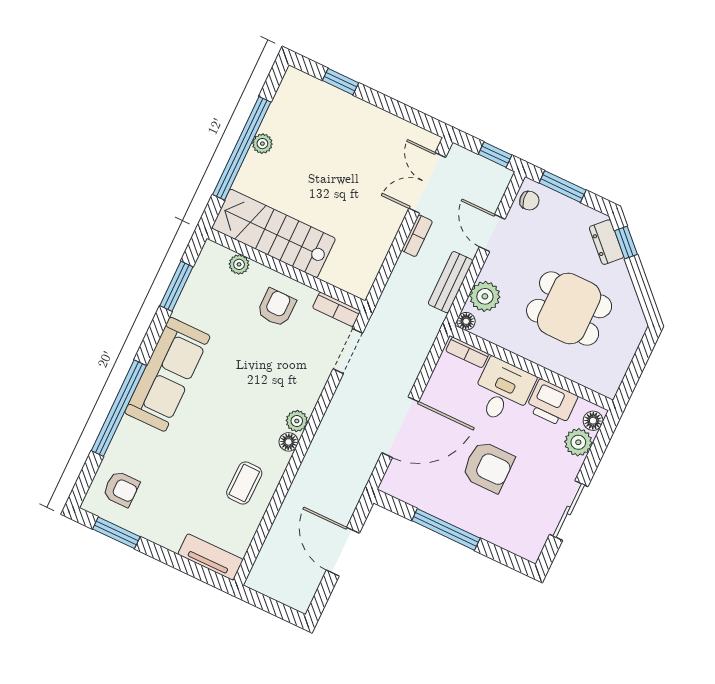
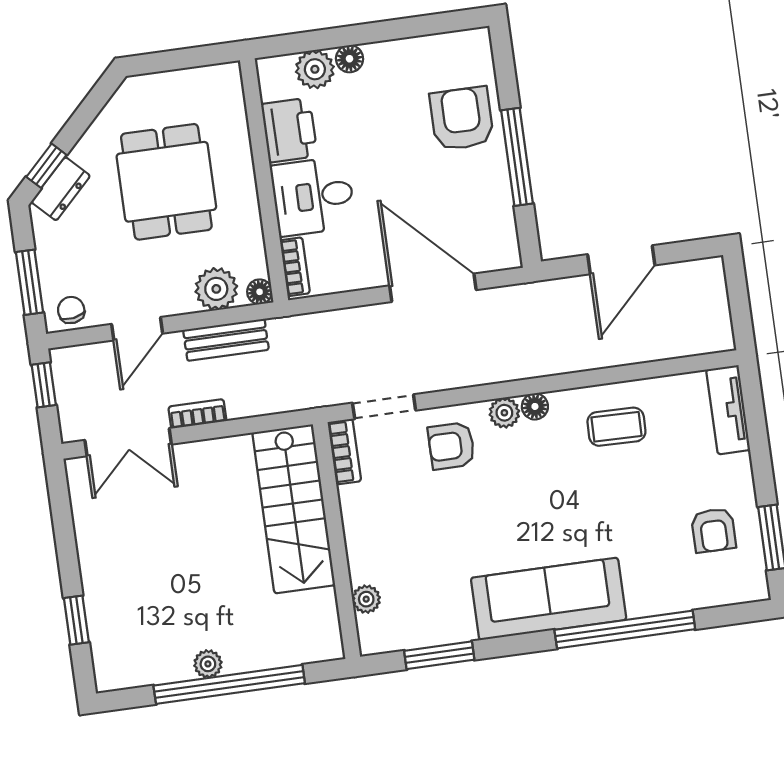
stairs: (274, 233) -> (294, 509), moved
armchair: (276, 308) -> (451, 446), moved
floor lamp: (593, 421) -> (350, 59), moved
armchair: (488, 467) -> (462, 119), moved
armchair: (121, 489) -> (714, 530), moved, turned 180
sliding door: (569, 510) -> (401, 28), removed

